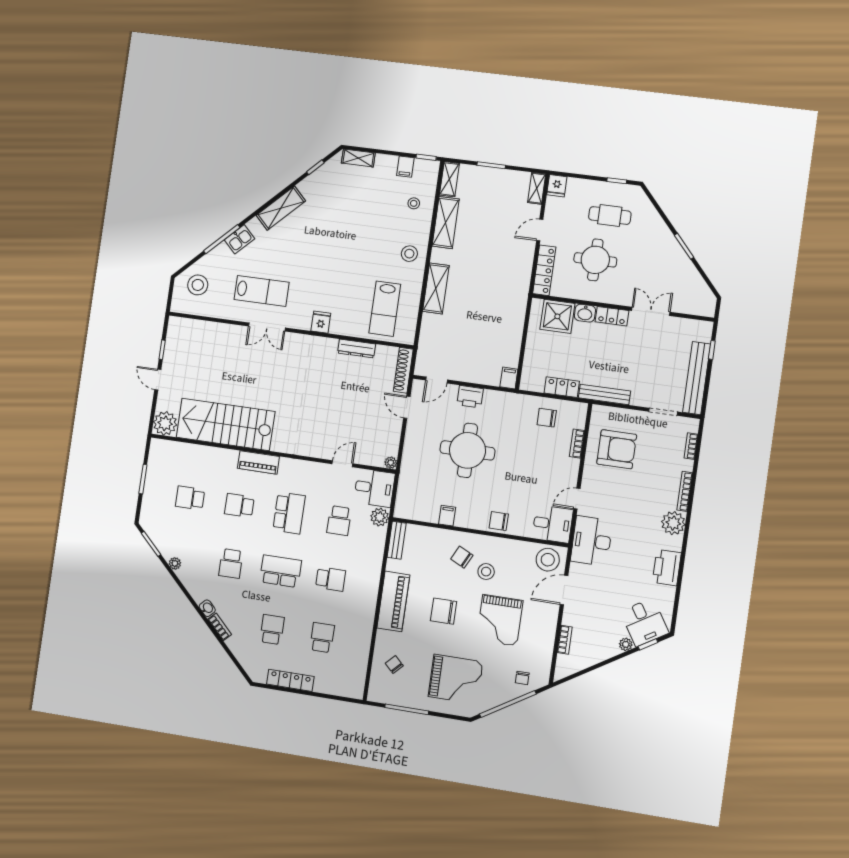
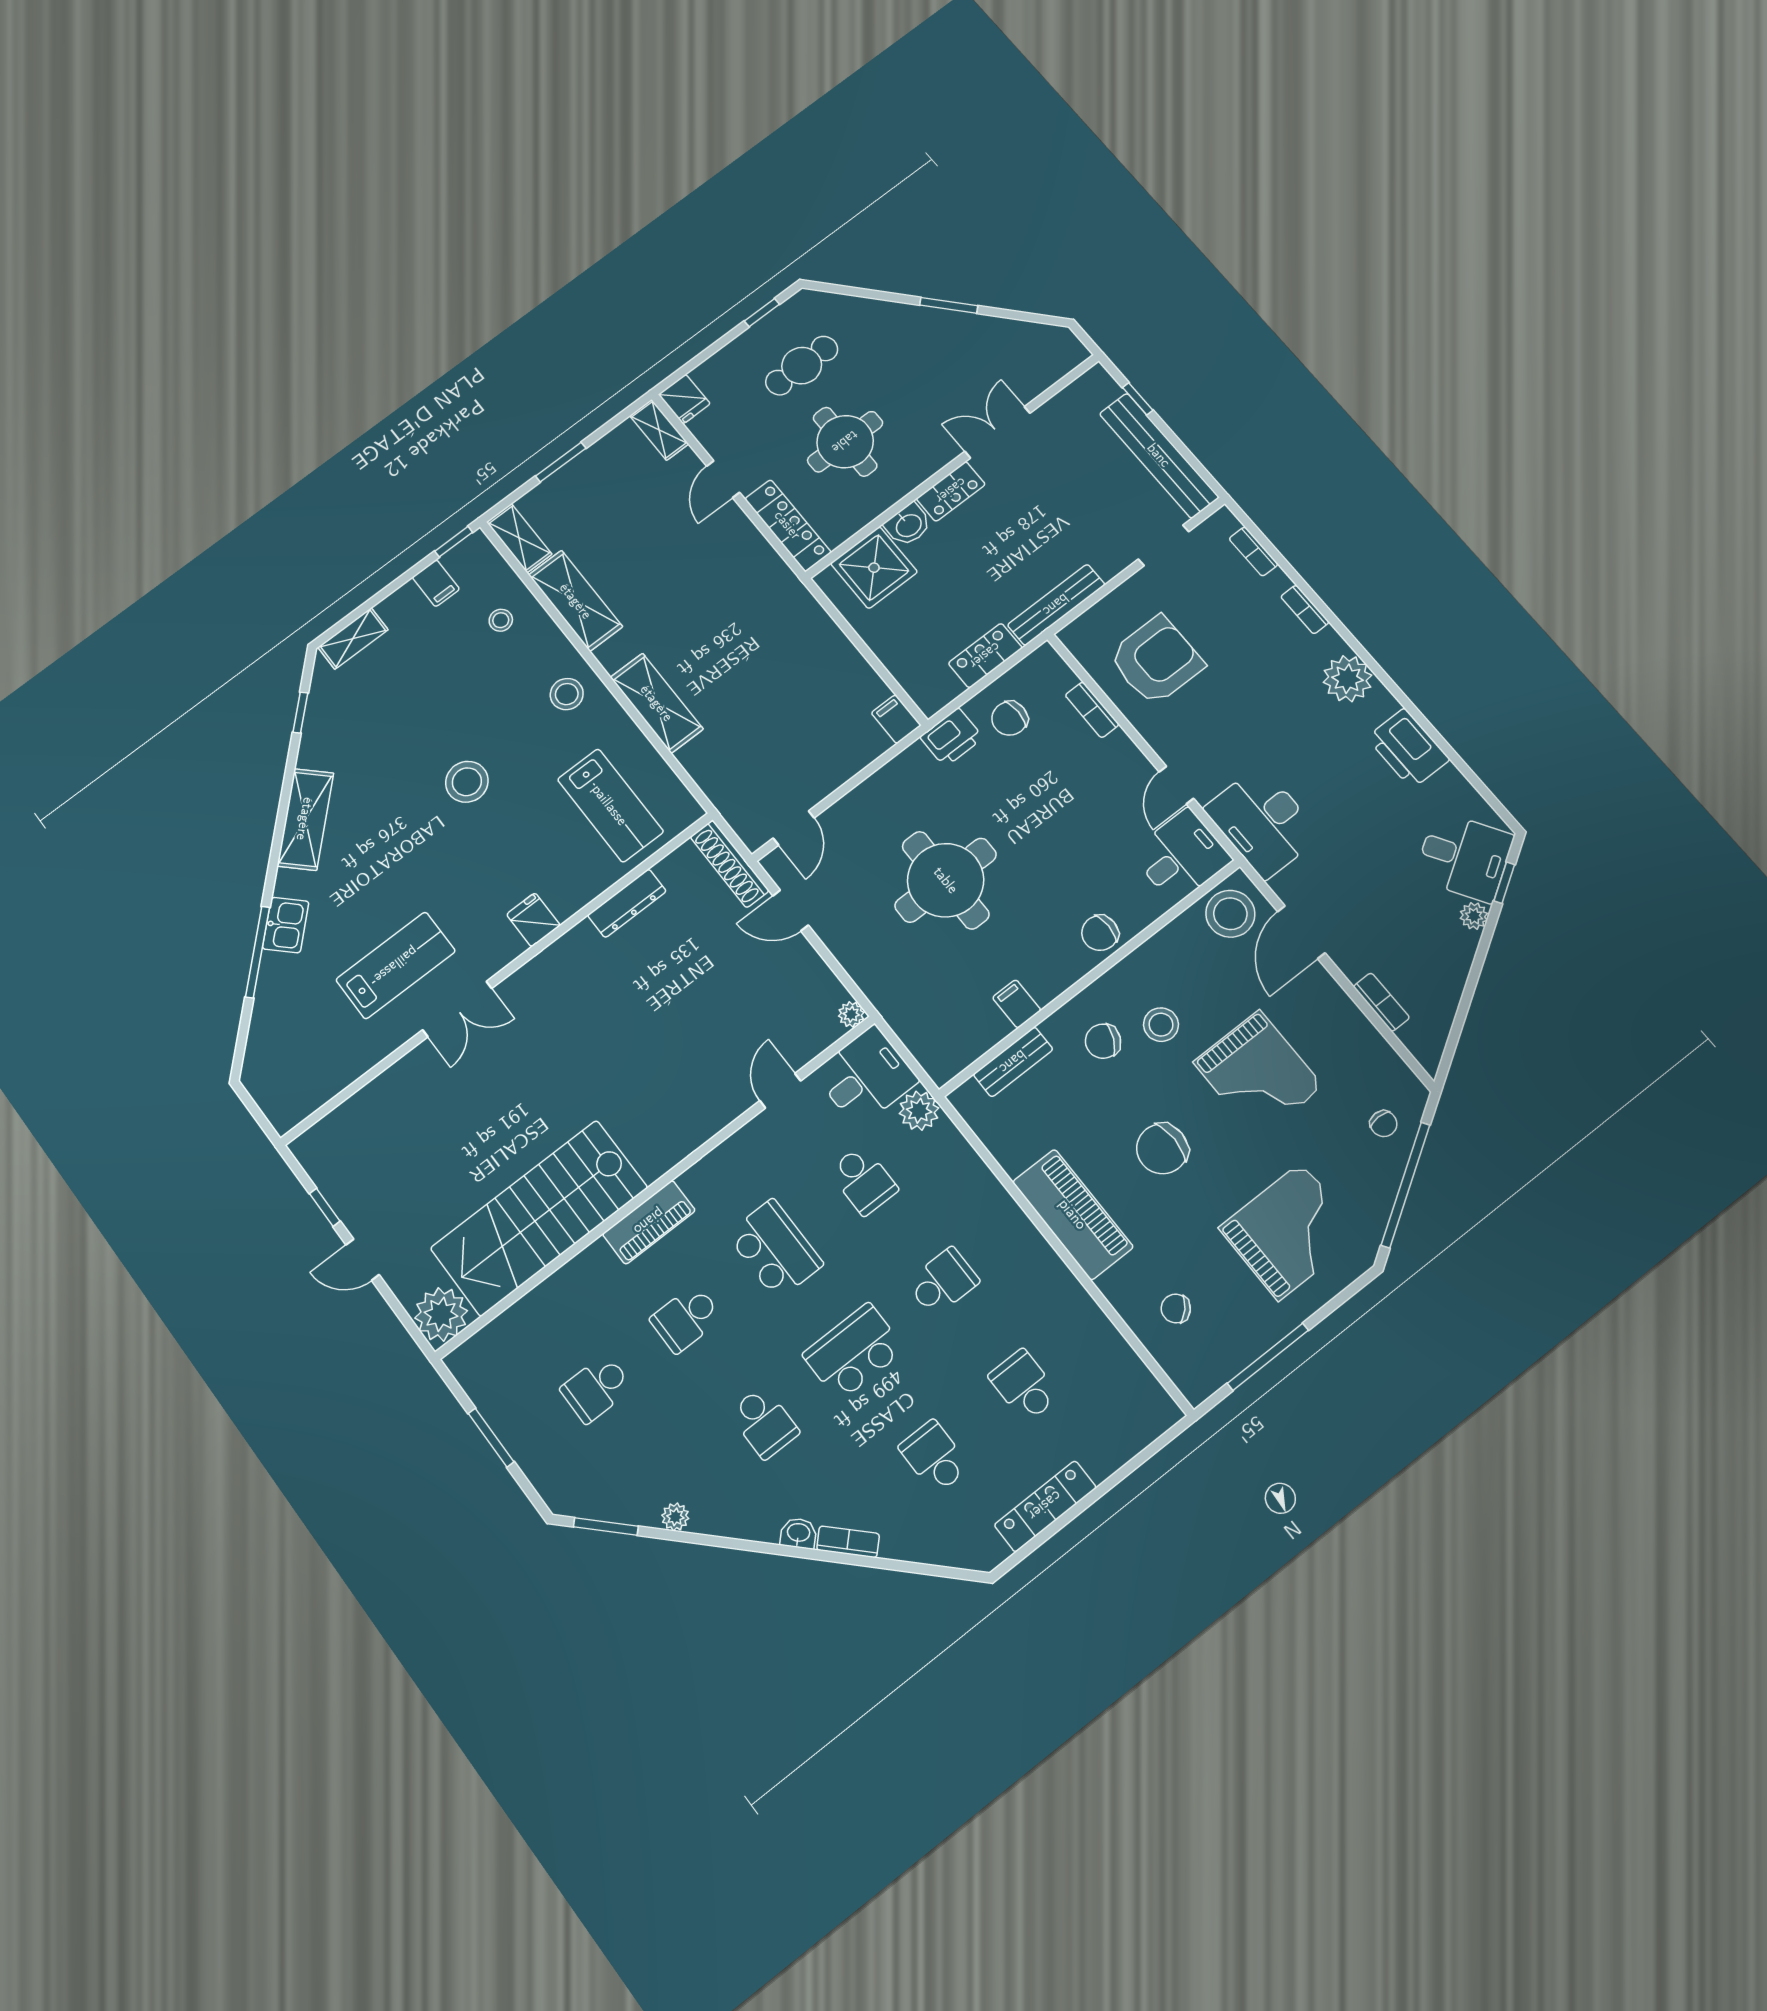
stool: (198, 285) -> (467, 782), moved
printer: (470, 397) -> (952, 737), moved
bookcase: (685, 491) -> (1305, 610), width x0.64
bench: (397, 540) -> (1013, 1062), moved, turned 90

